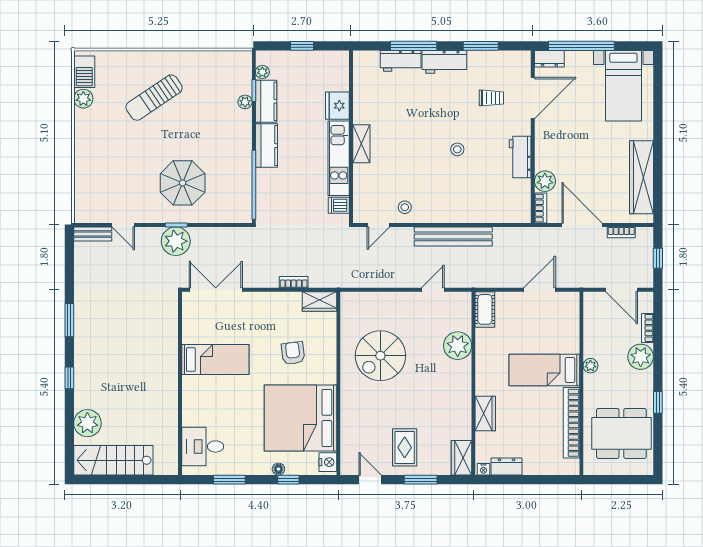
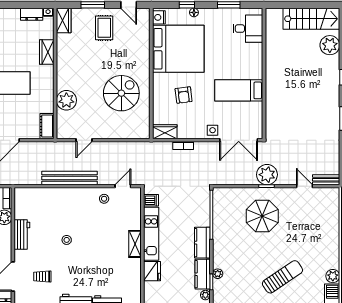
side table: (252, 304) -> (213, 130), added

